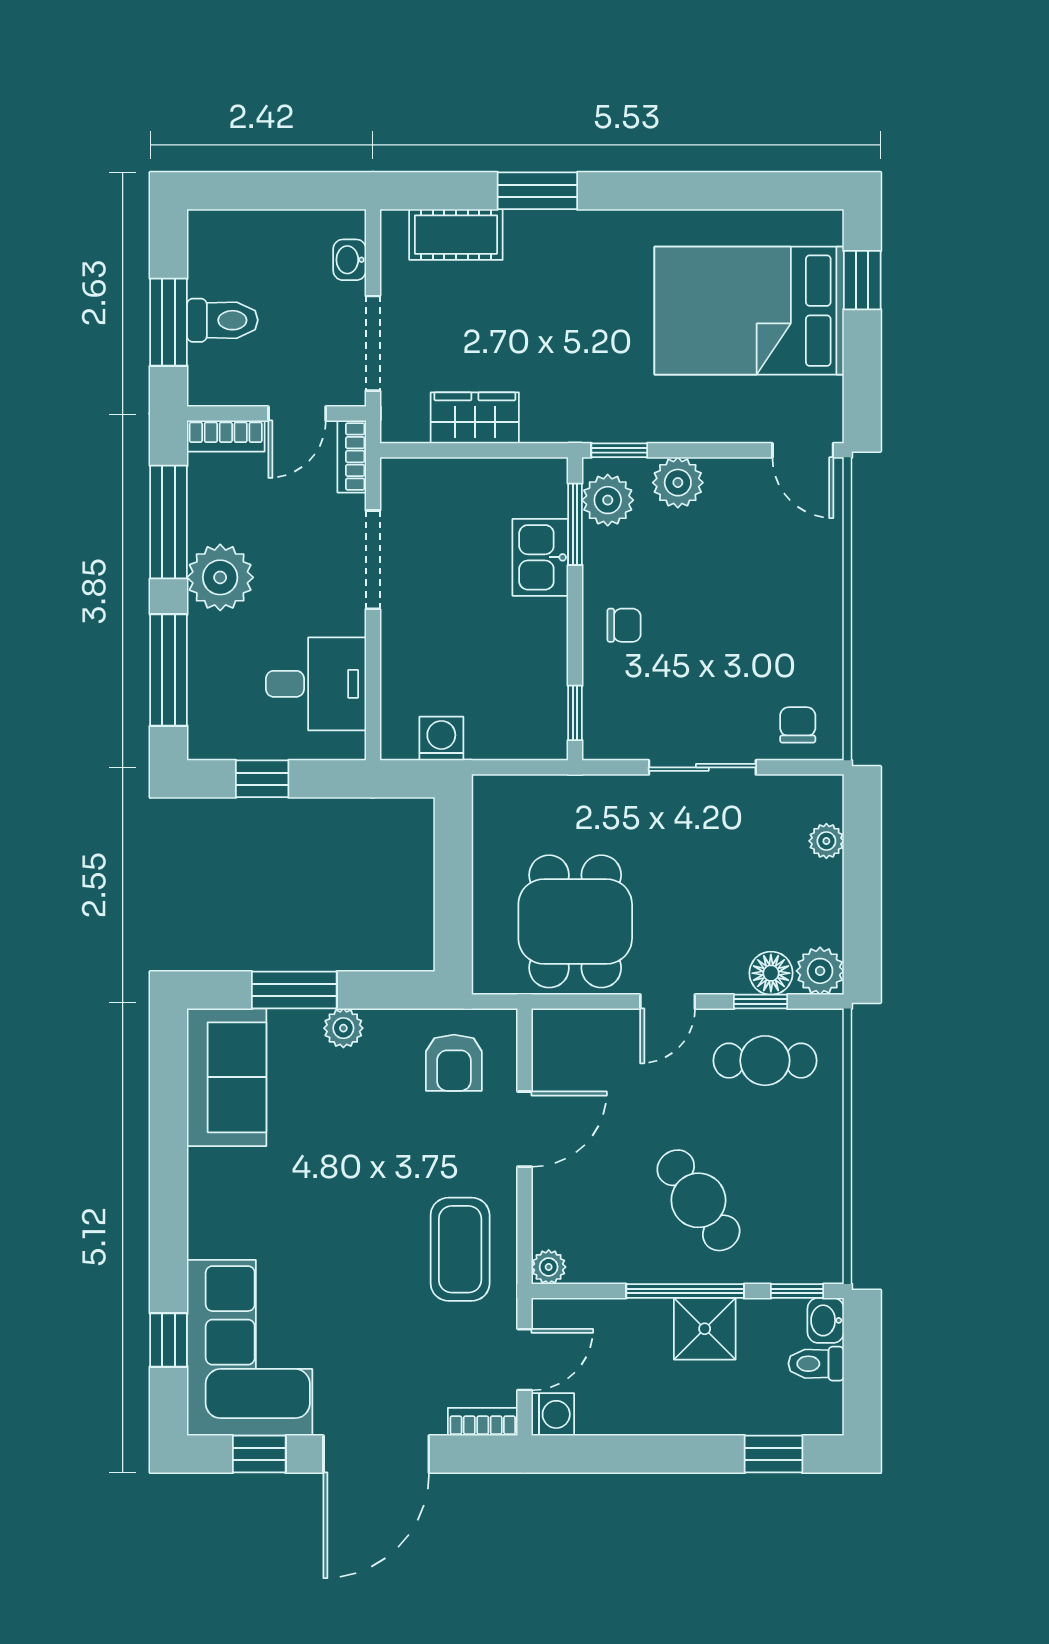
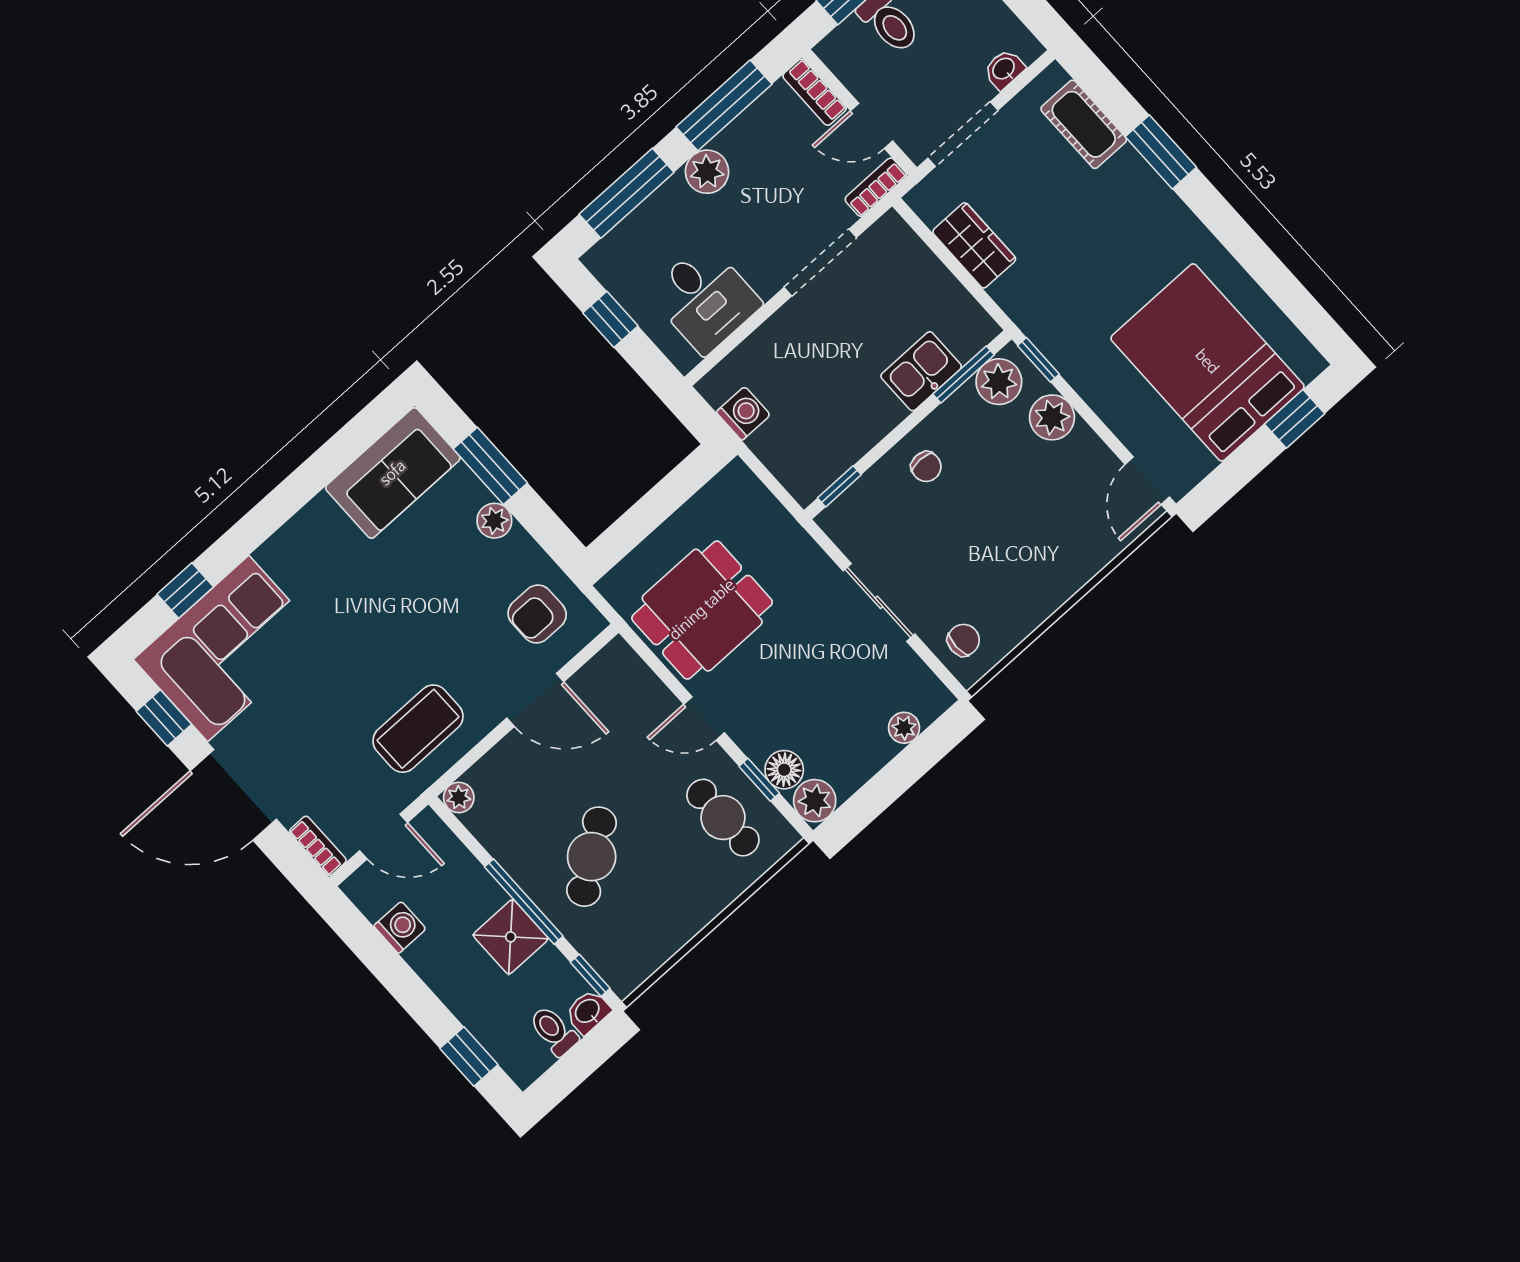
plant: (220, 577) -> (707, 172), width x0.73, depth x0.73
washing machine: (553, 1414) -> (400, 927), moved, turned -90

